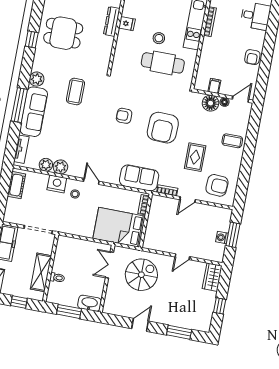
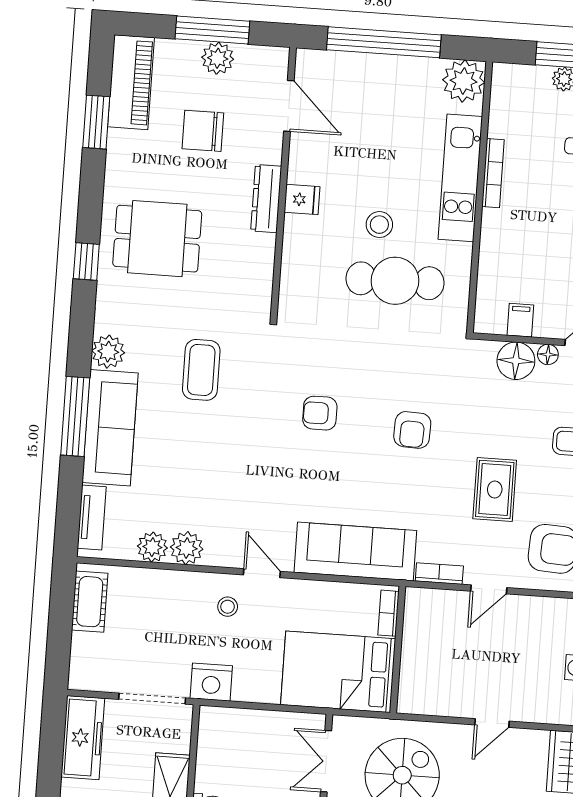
armchair: (163, 128) -> (412, 430), width x0.53, depth x0.53
sofa: (139, 178) -> (355, 551), width x1.36
nightstand: (57, 184) -> (211, 682), moved, turned 180

